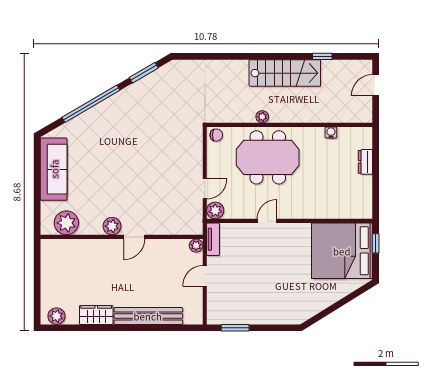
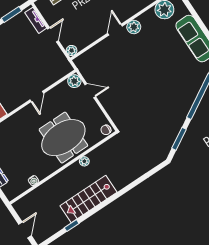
door: (205, 189) -> (90, 91), swing flipped
tv unit: (213, 239) -> (36, 20), moved

